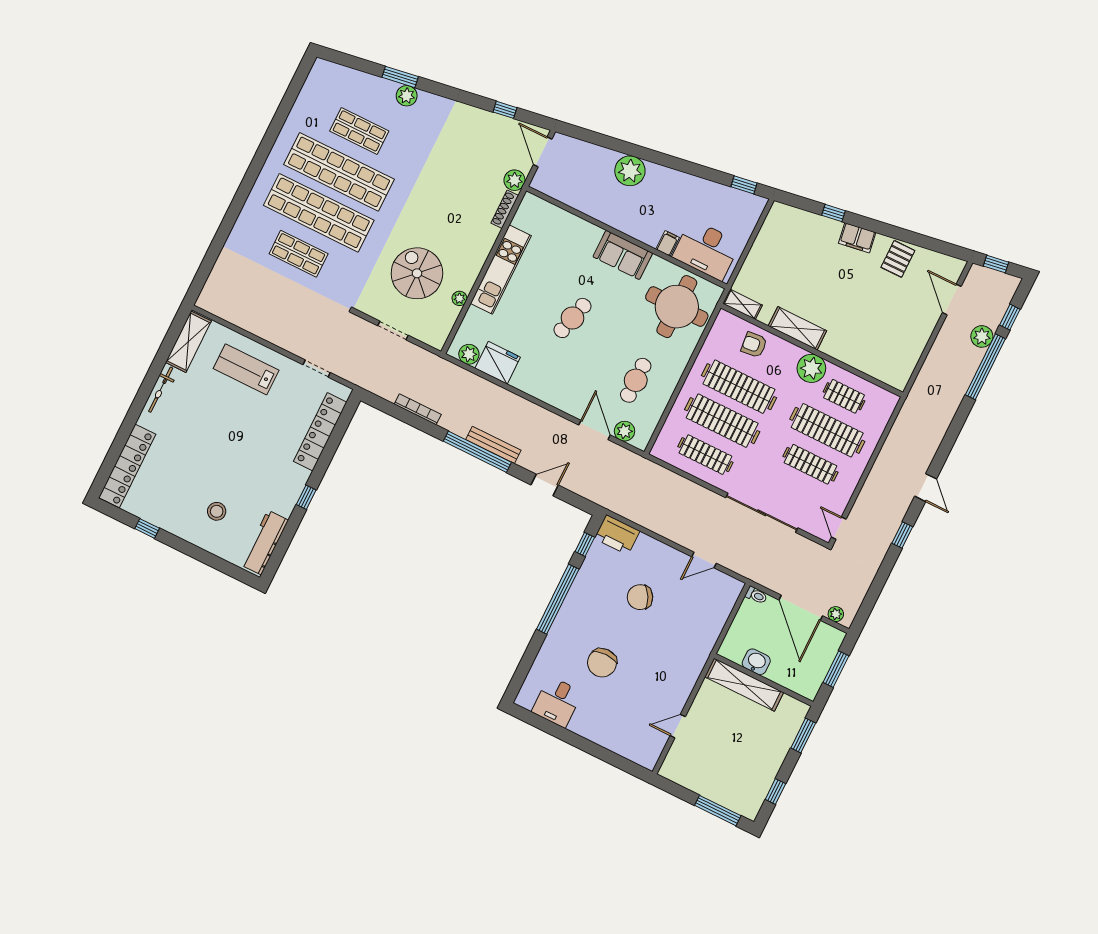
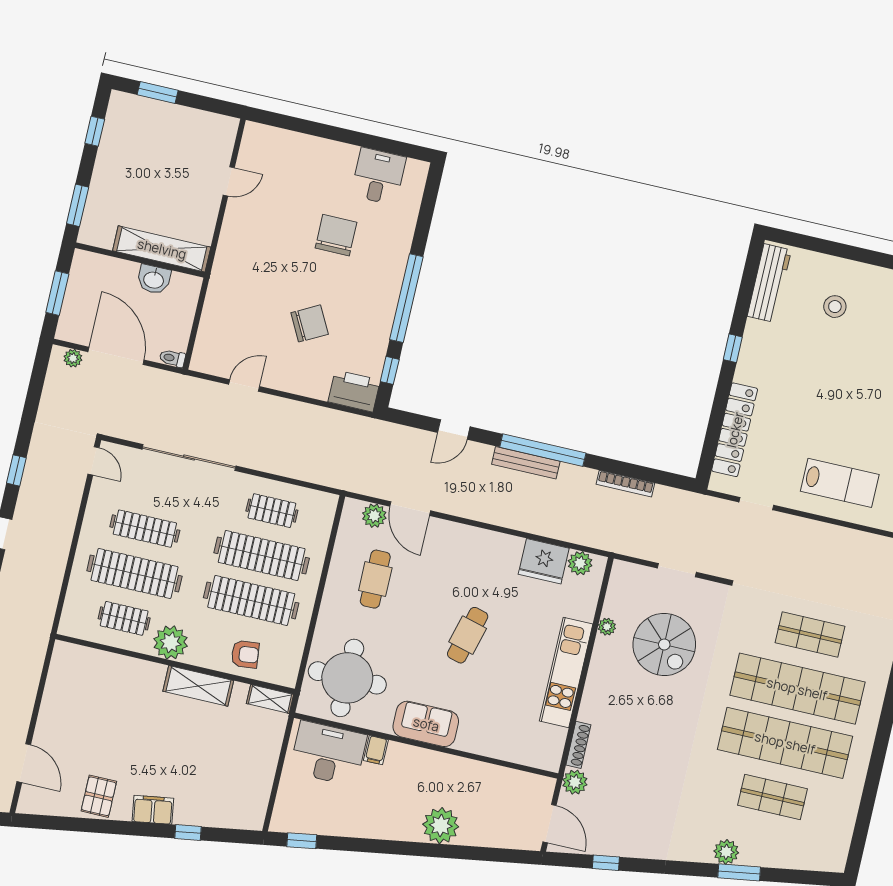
clothes rail: (705, 455) -> (272, 511), width x0.73
window: (718, 811) -> (158, 93), width x0.69

